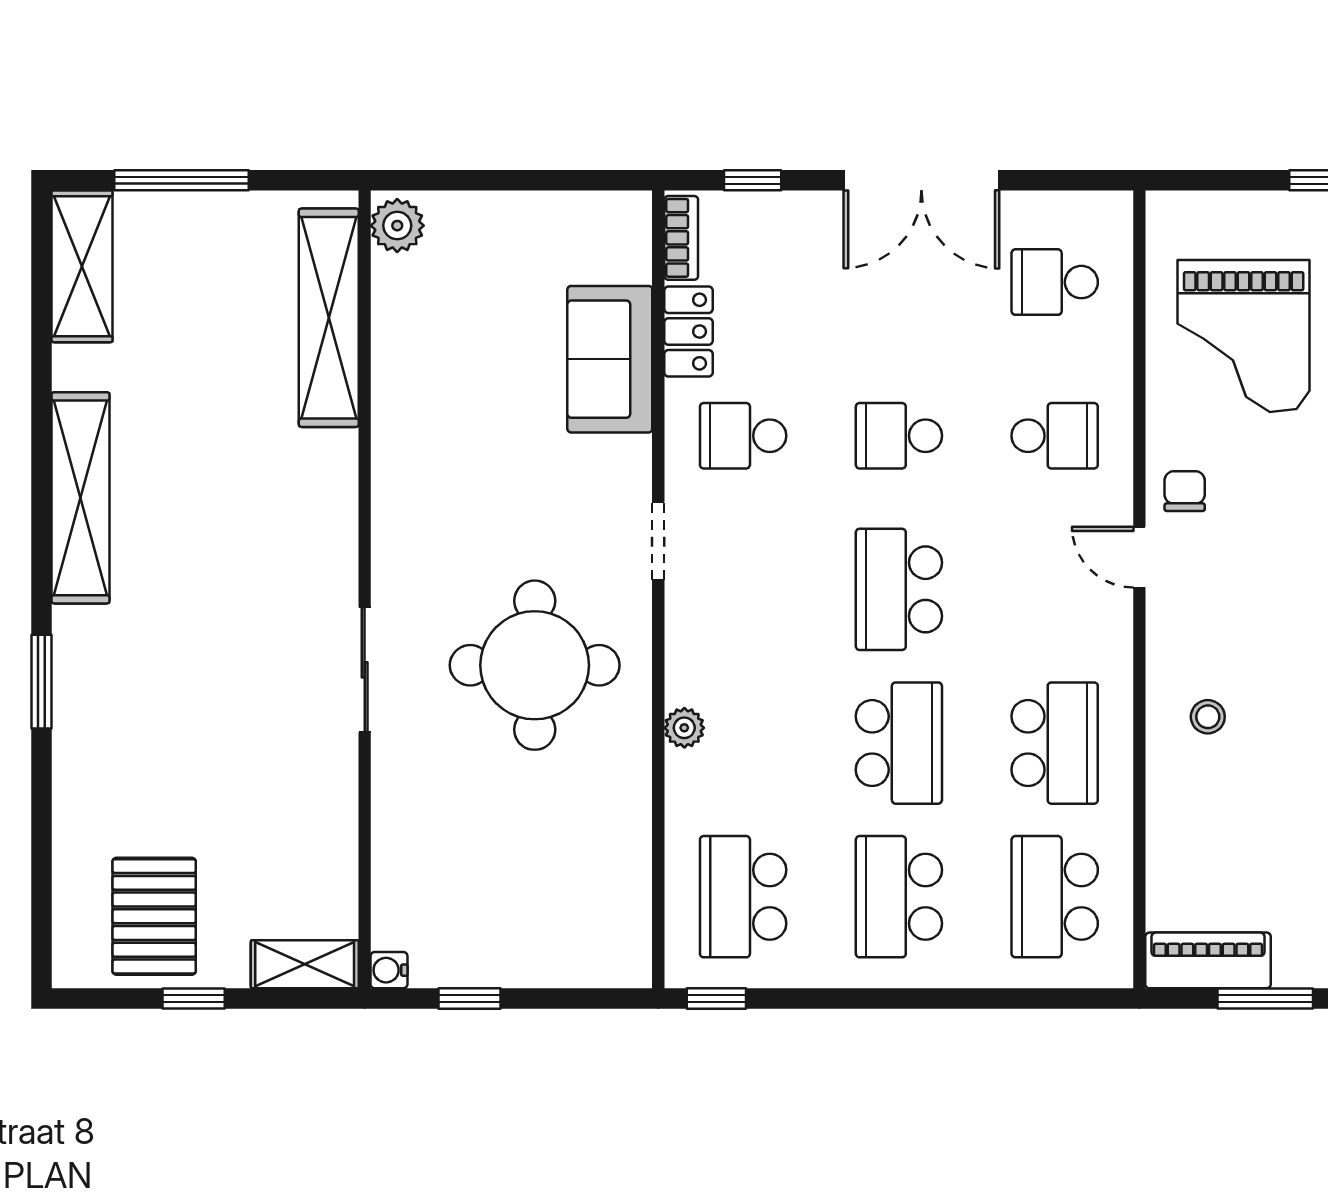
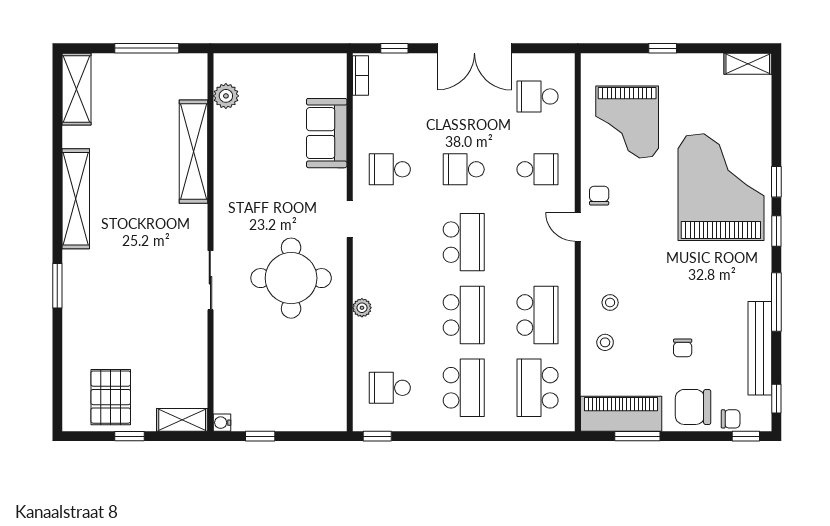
window: (182, 180) -> (147, 48), moved
plant: (397, 226) -> (226, 96), moved
shelving: (329, 318) -> (193, 152), moved
locker: (688, 332) -> (364, 120), removed
school desk: (899, 589) -> (464, 242), turned 180
stool: (1197, 801) -> (605, 342), added
school desk: (743, 897) -> (390, 388), width x0.54
school desk: (899, 897) -> (464, 388), turned 180
piano: (1208, 960) -> (621, 414), width x1.37, depth x1.33

